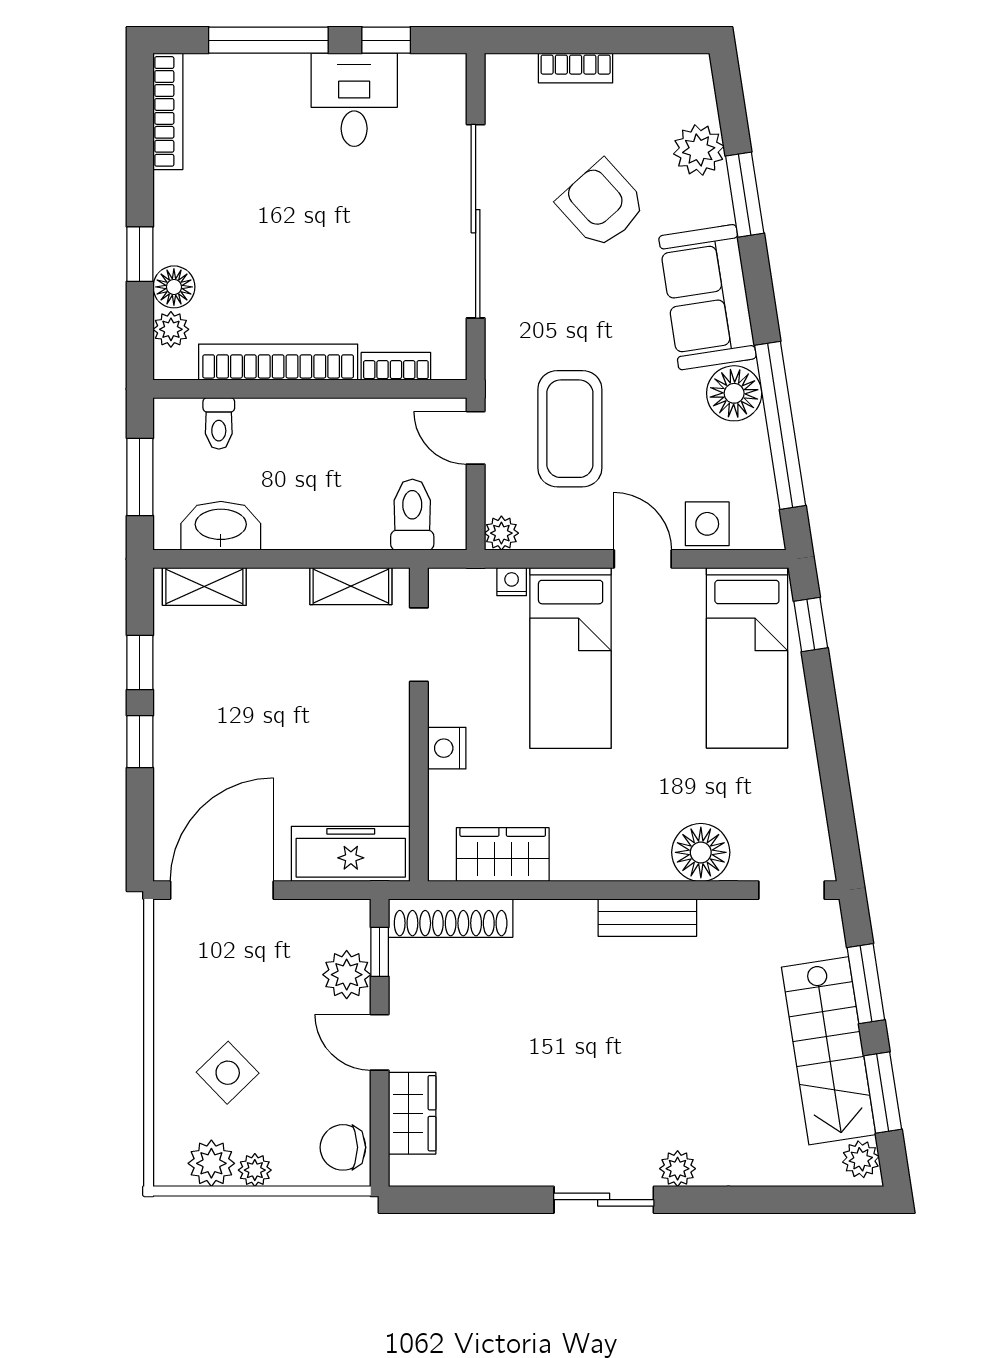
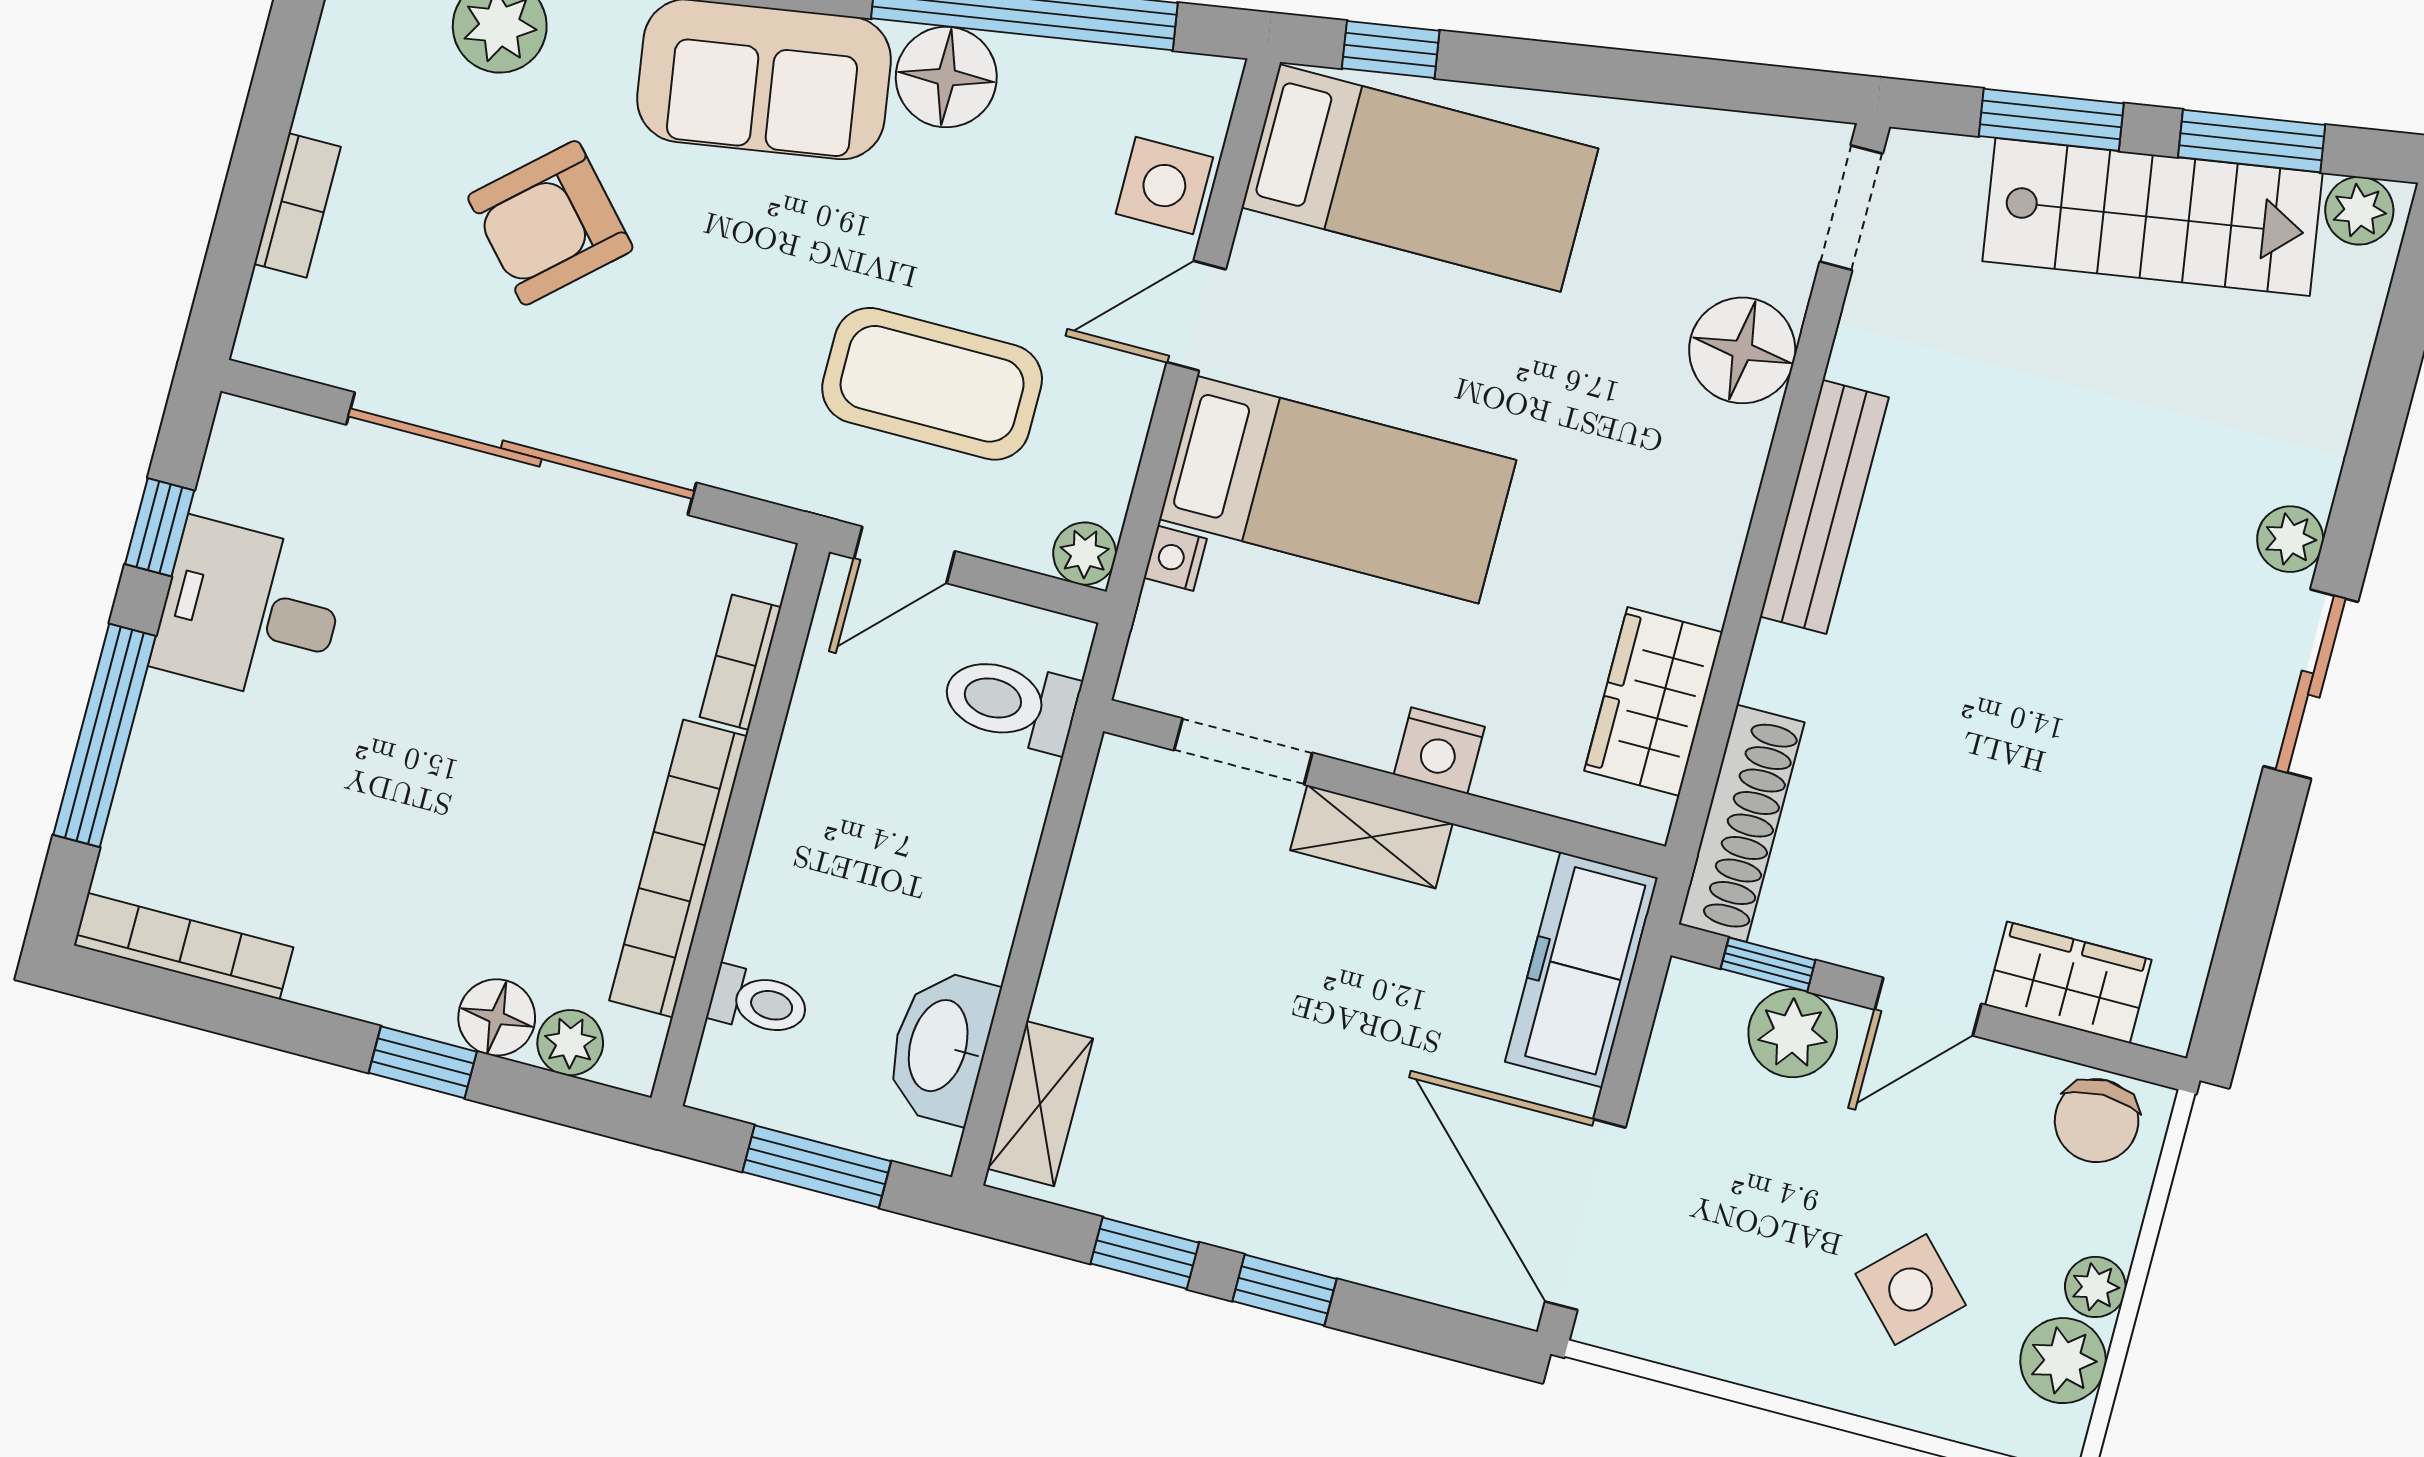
shelving: (351, 586) -> (1371, 837), moved, turned 90
bench: (647, 918) -> (1824, 507), width x1.36

